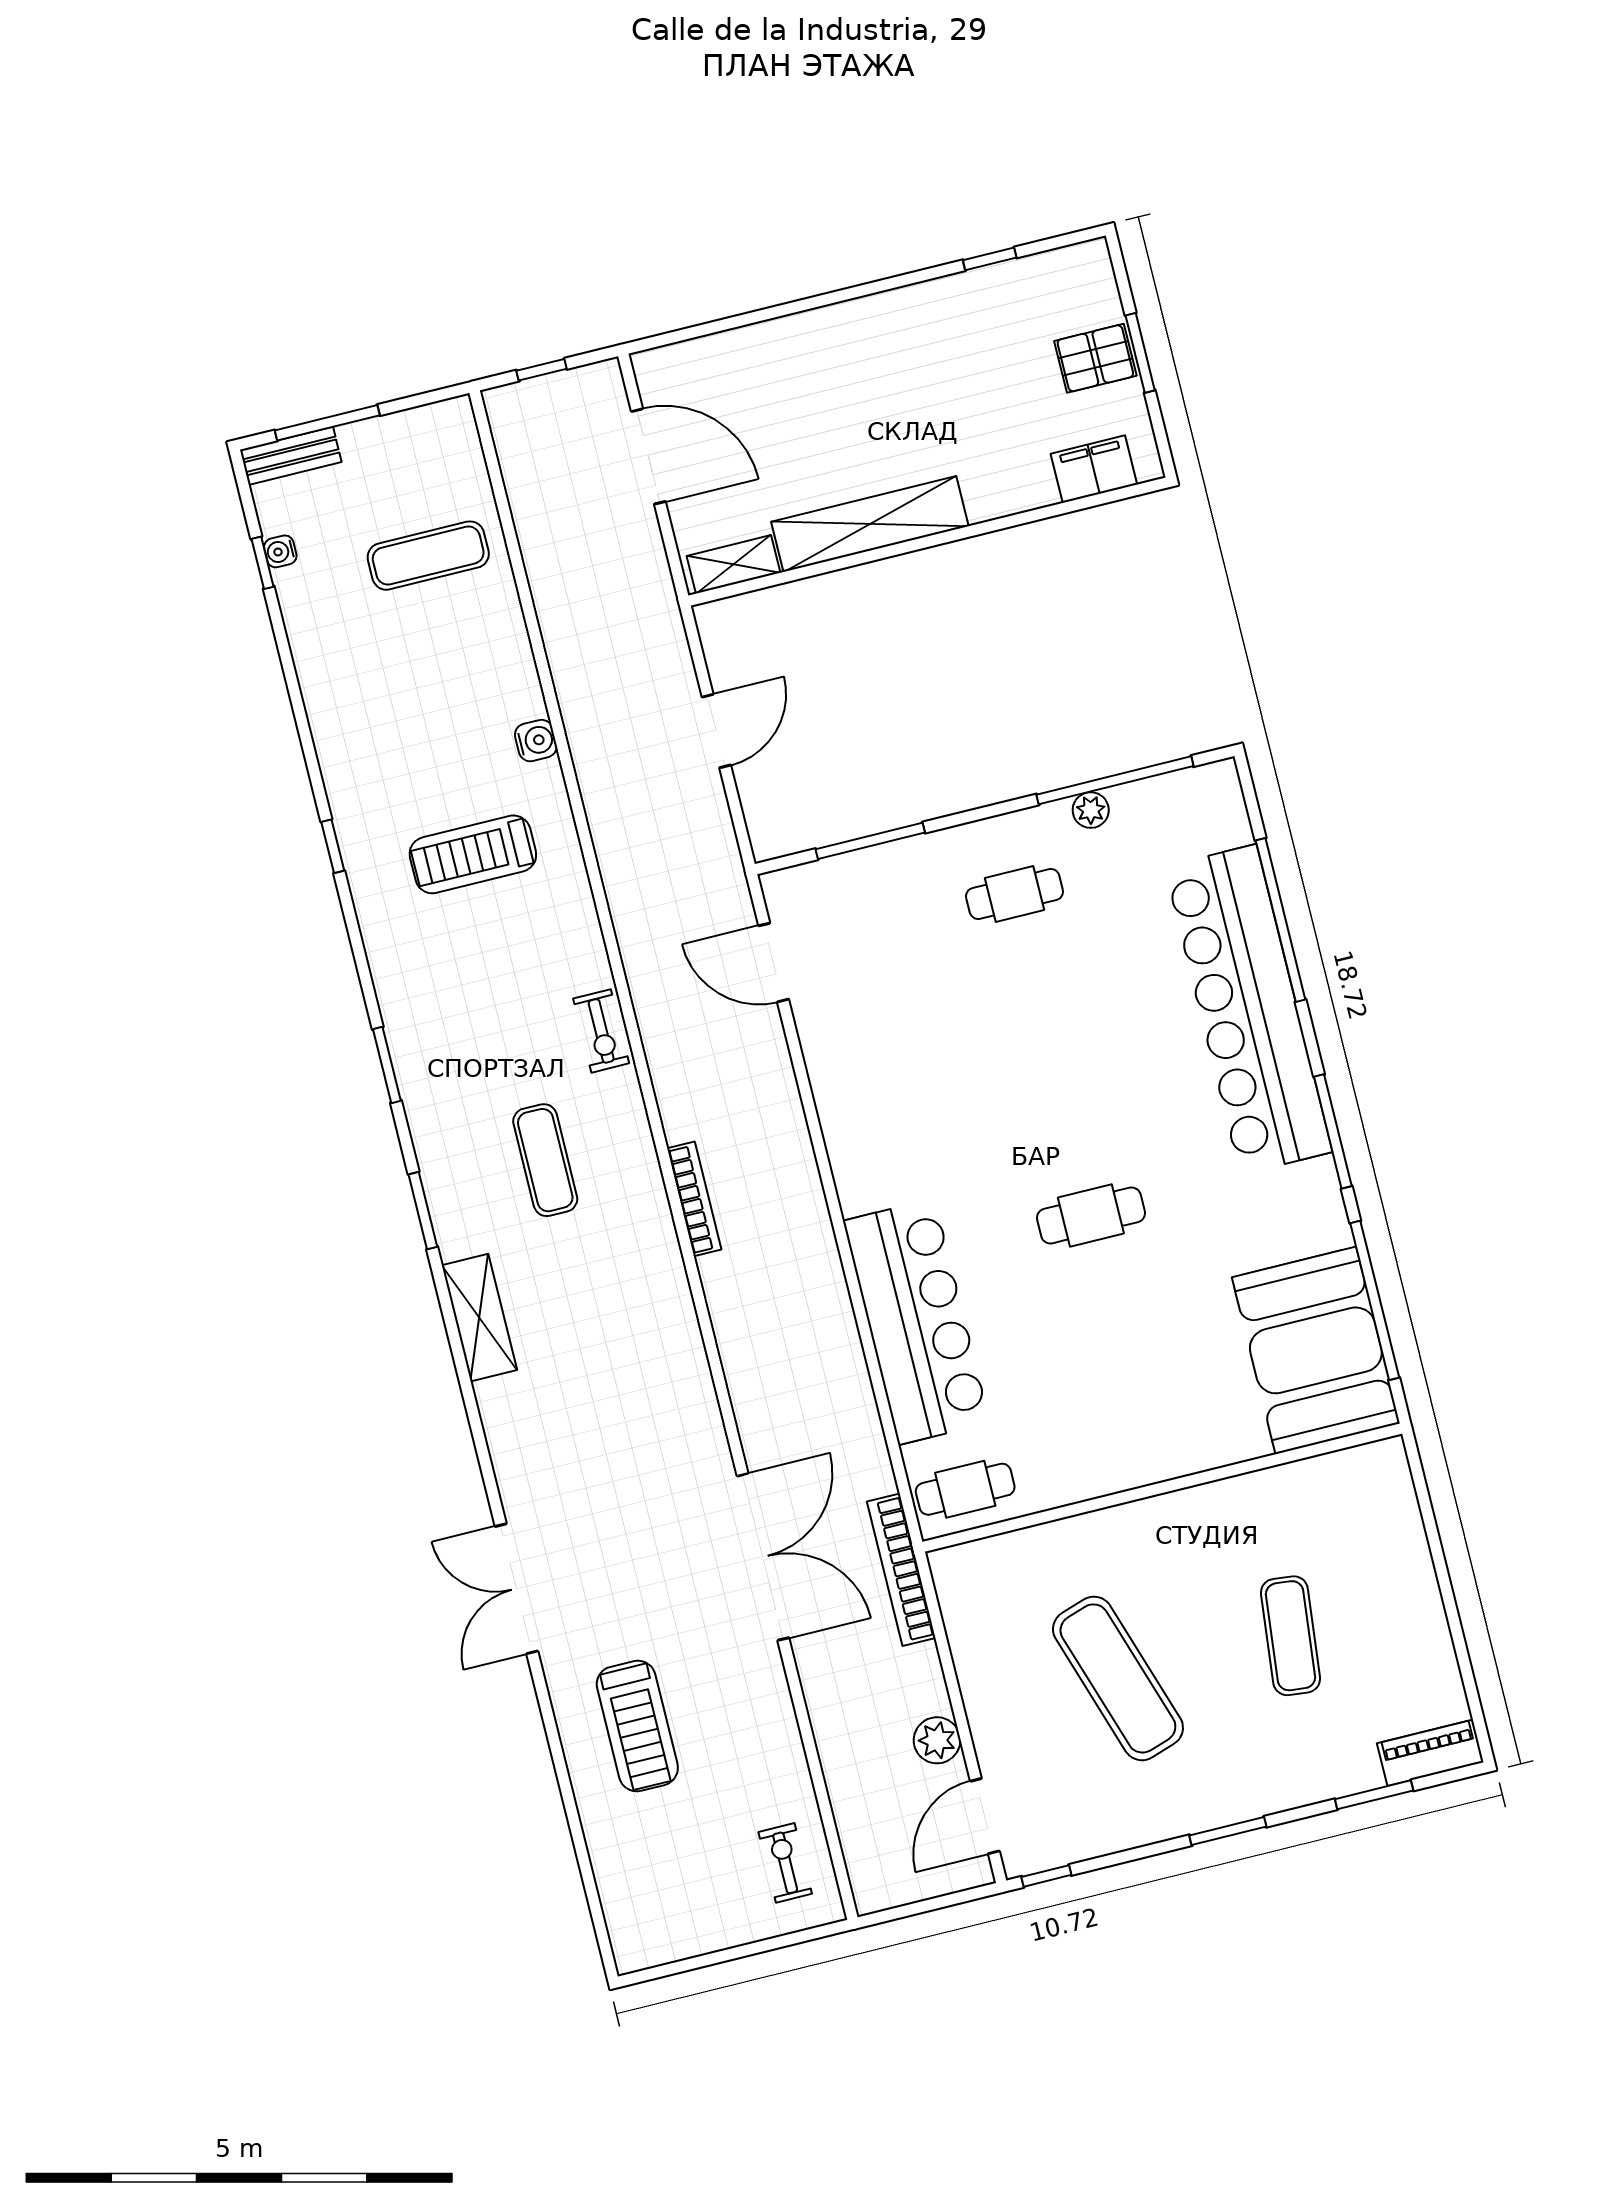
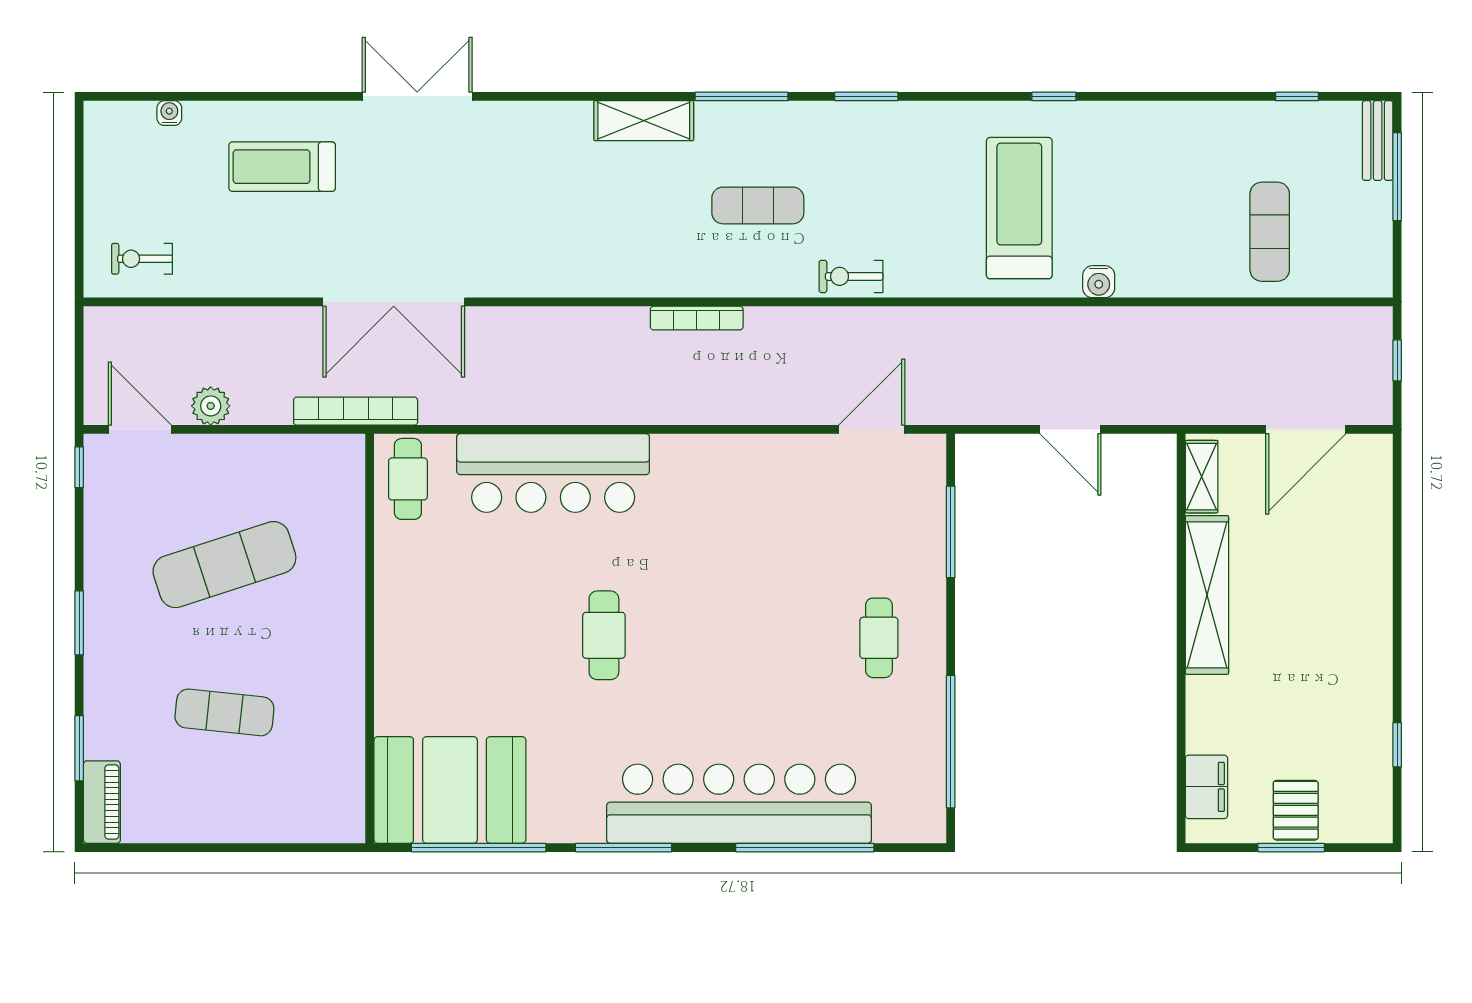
water cooler: (280, 551) -> (169, 113), moved
plant: (1091, 810) -> (932, 716), removed
treadmill: (473, 854) -> (1019, 208), width x1.37, depth x1.38
window: (423, 1211) -> (741, 96), width x1.44
exercise bike: (785, 1863) -> (142, 259), turned 180

